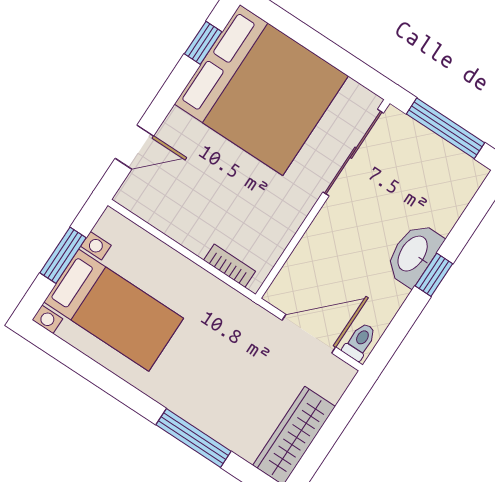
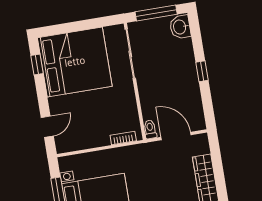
washbasin: (414, 254) -> (180, 27), moved, width x0.72
door: (309, 334) -> (176, 136), hinge flipped
toilet: (360, 342) -> (150, 129), moved

